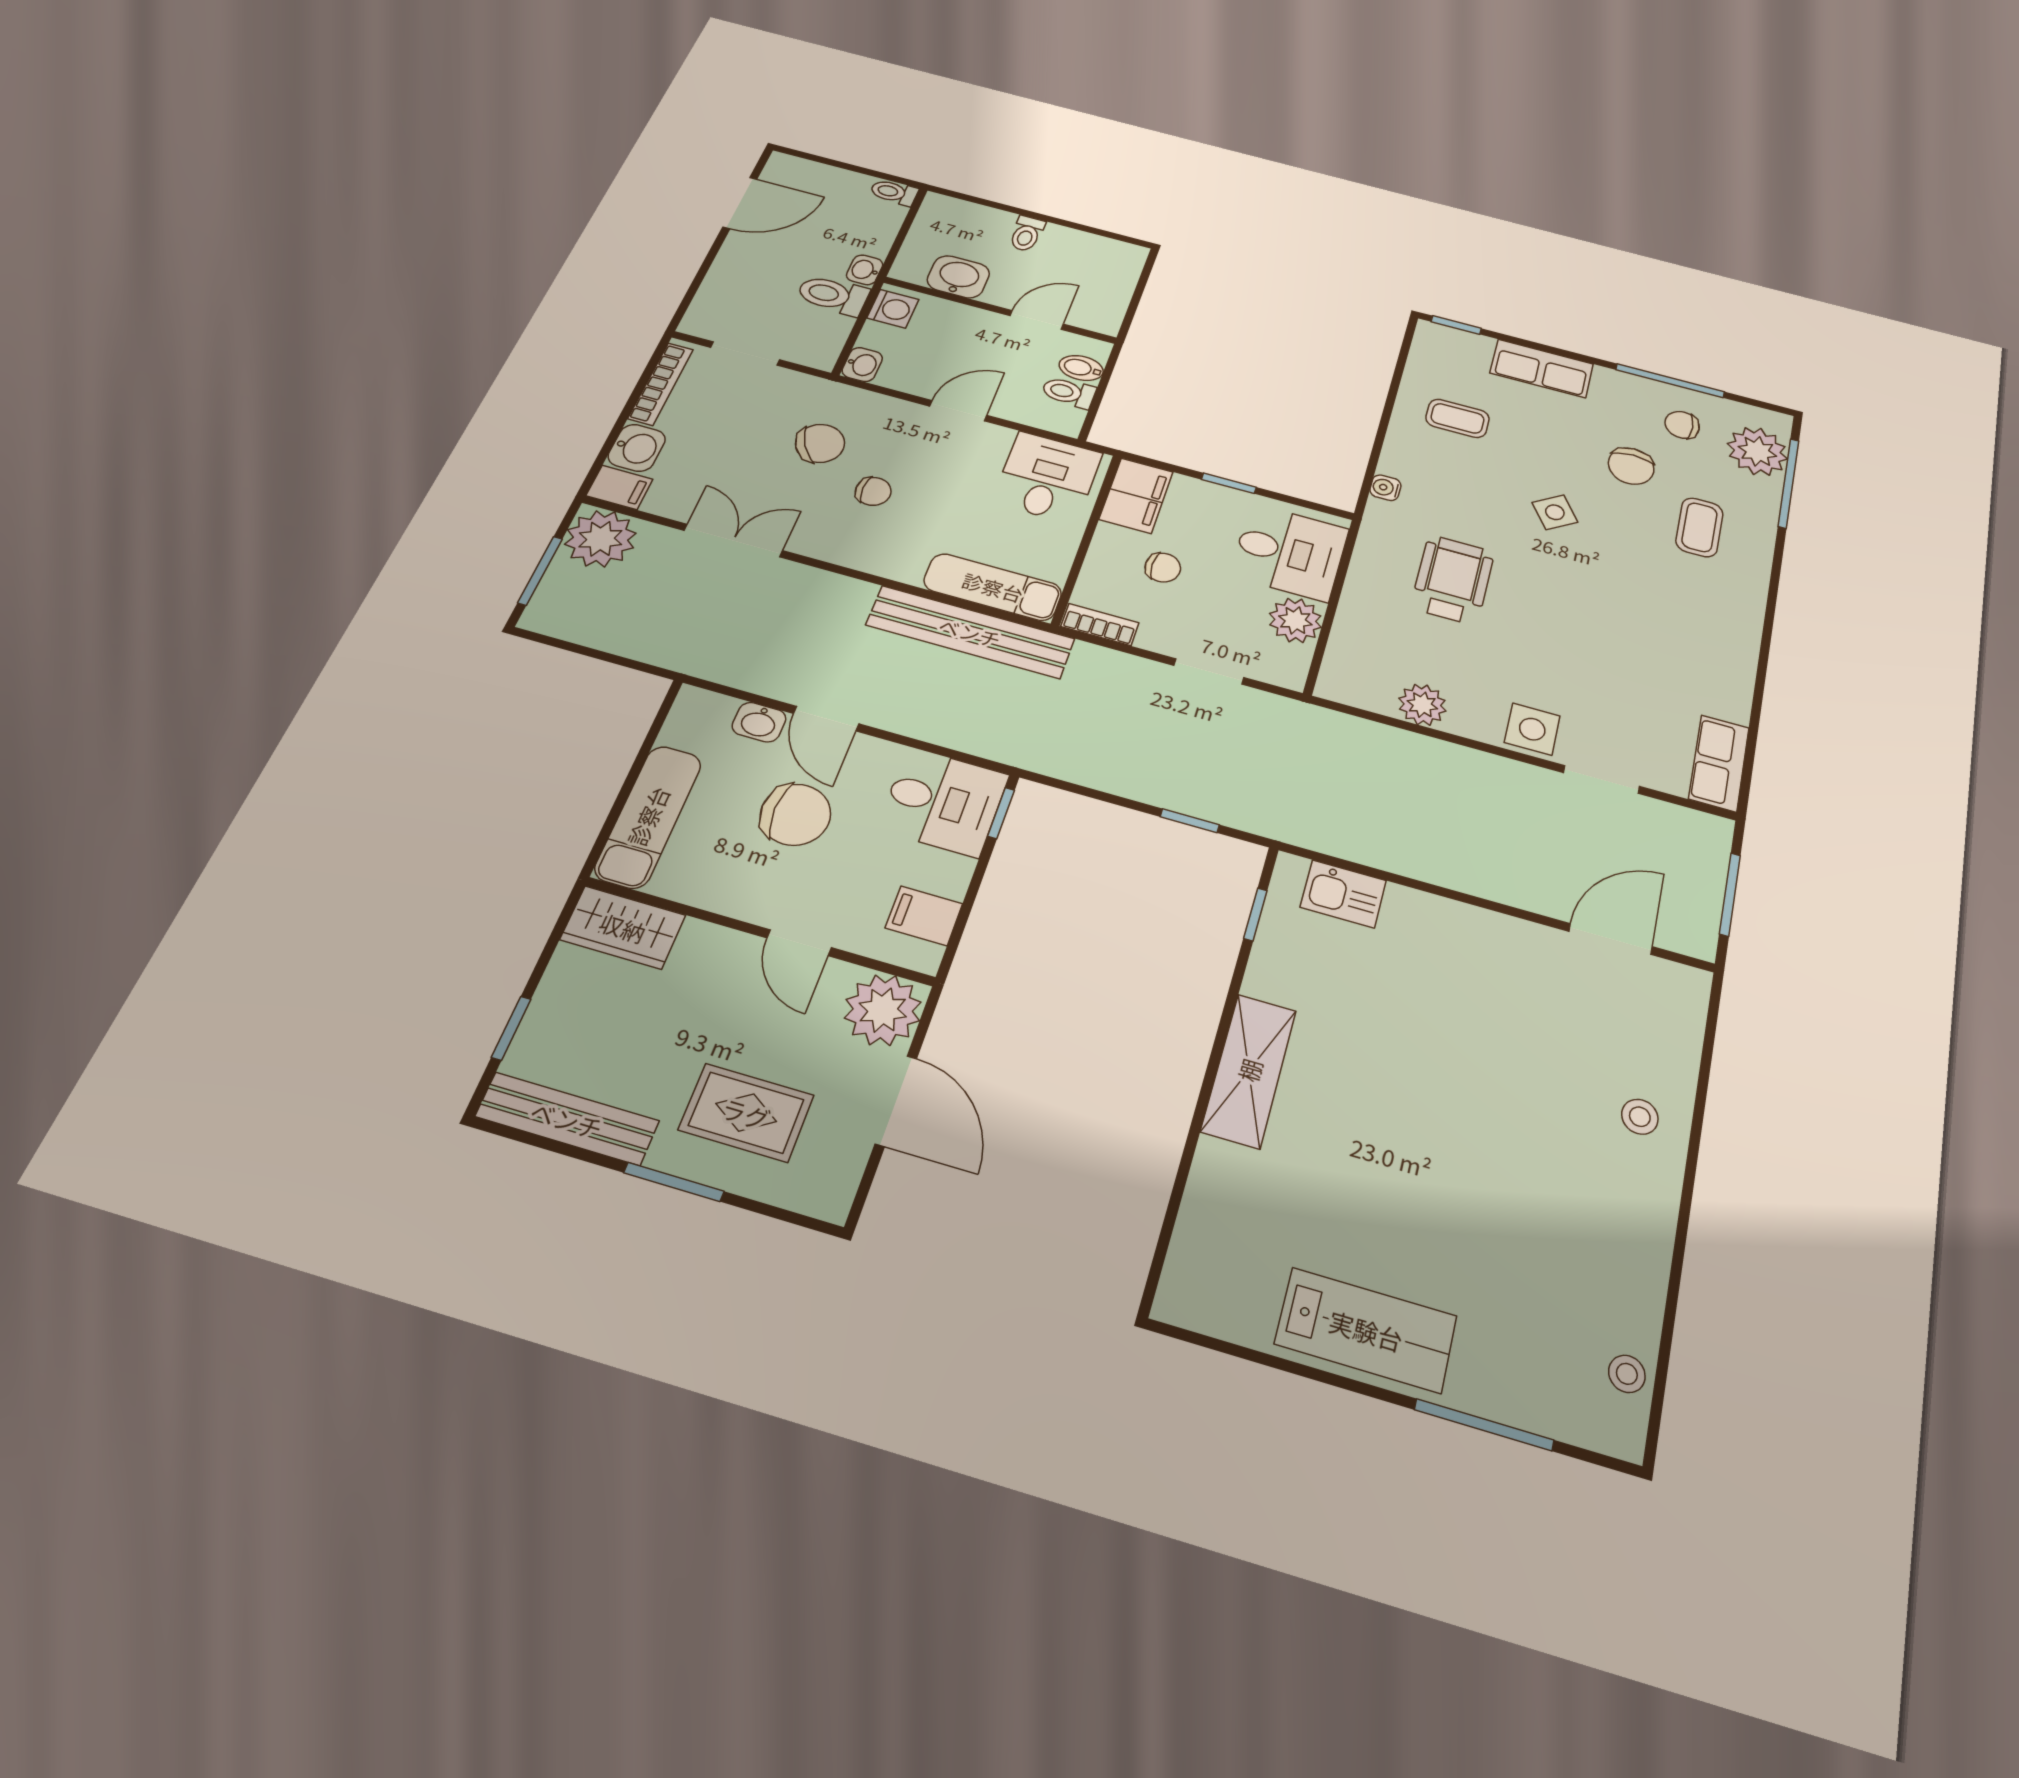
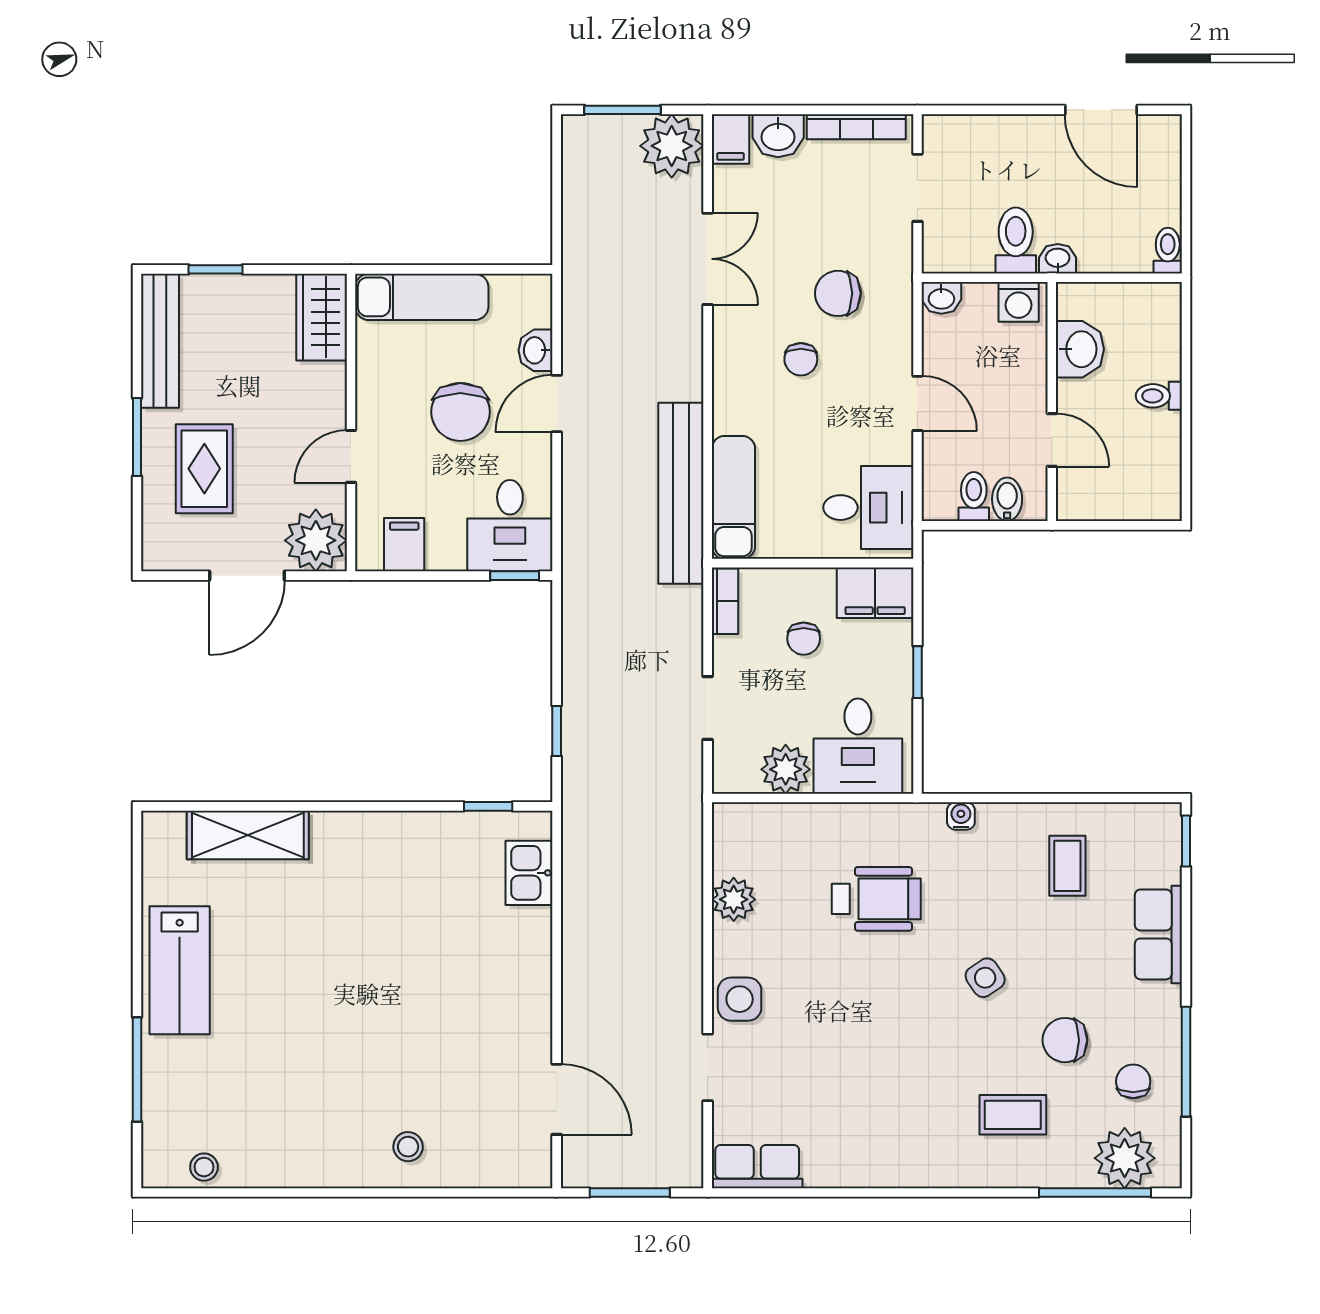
chair: (820, 443) -> (838, 293), turned 120
shelving: (1249, 1070) -> (248, 835), moved

